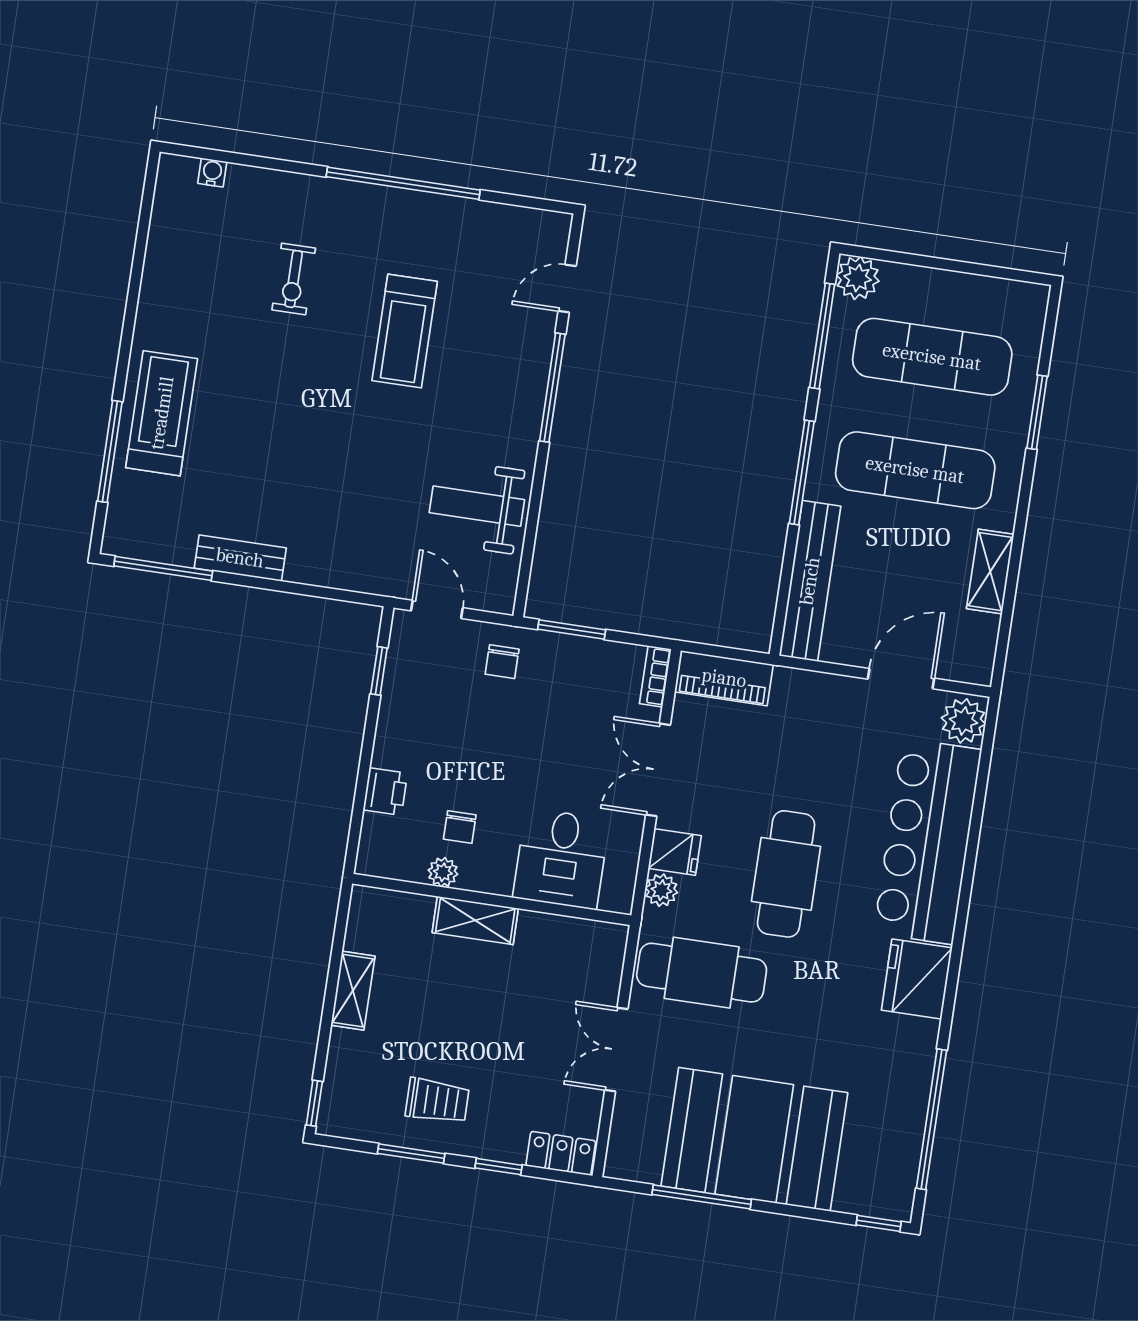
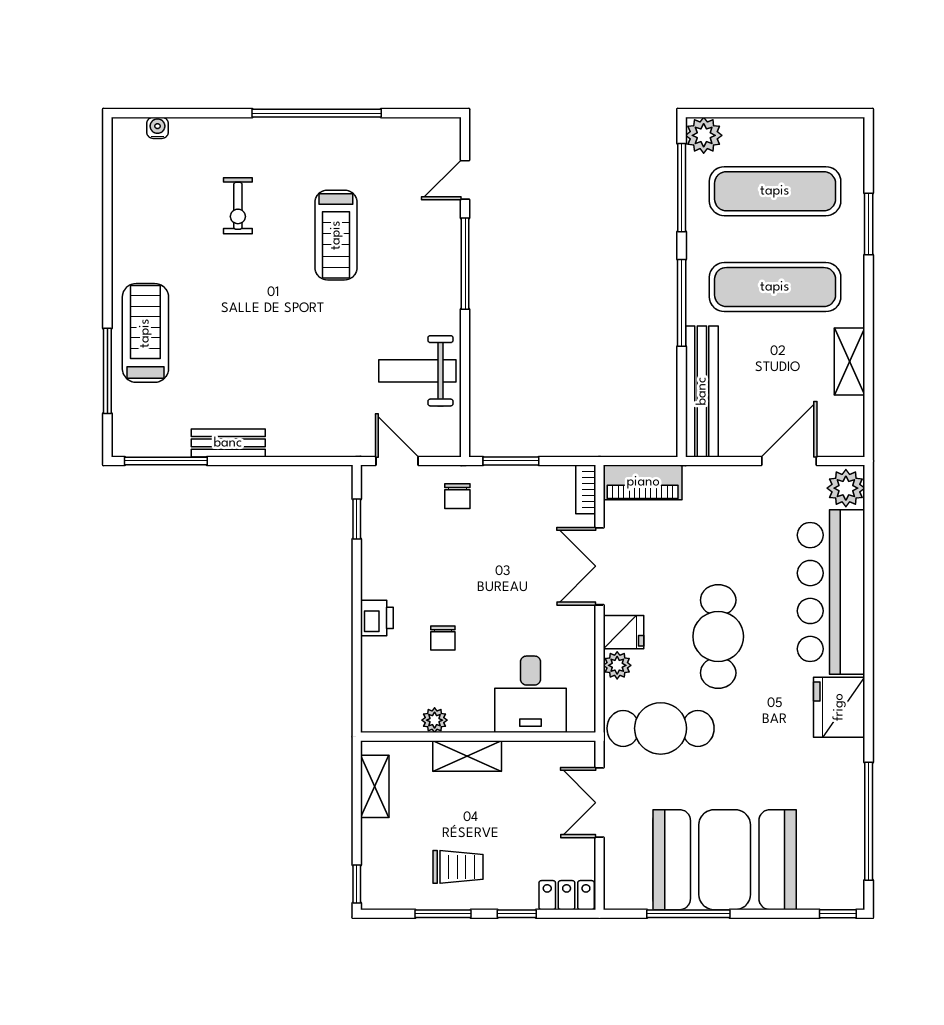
desk: (561, 859) -> (530, 694), moved
plant: (443, 872) -> (435, 720), moved
wall: (492, 899) -> (478, 737), moved
shelving: (475, 920) -> (467, 756), moved

